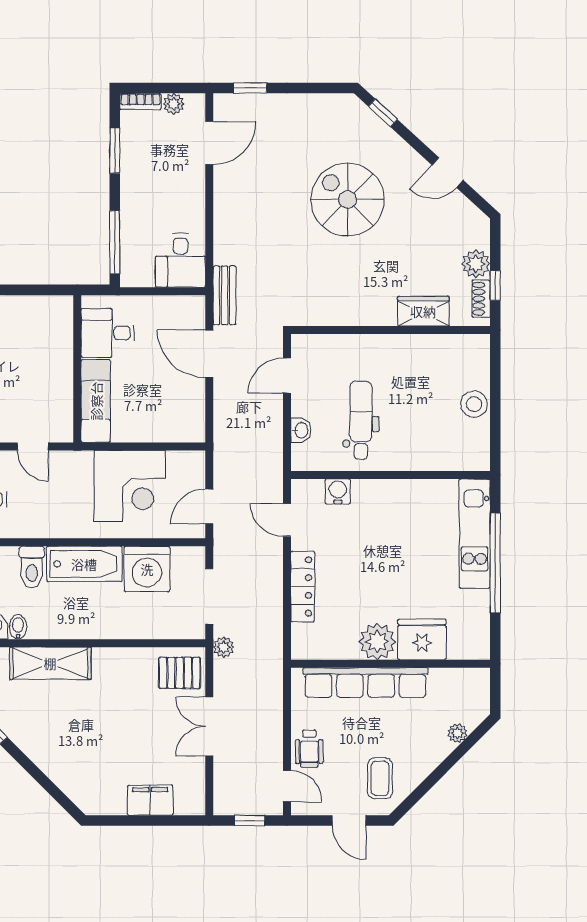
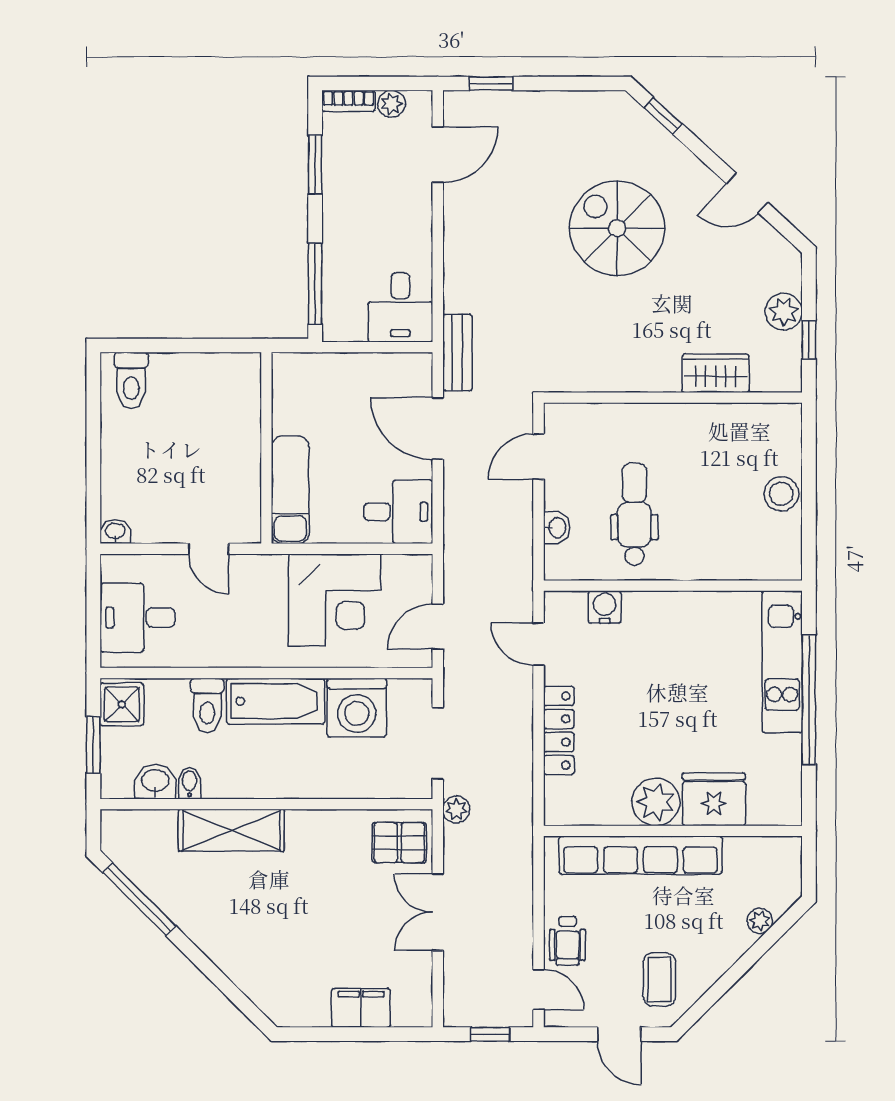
shoe rack: (481, 299) -> (790, 357), removed
desk: (108, 333) -> (398, 512), moved, turned 180

